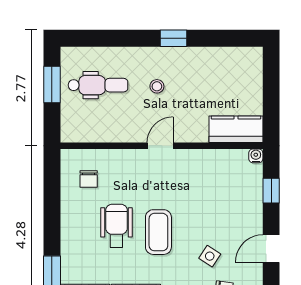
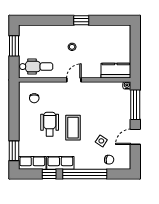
dental chair: (98, 85) -> (36, 67), moved
window: (271, 191) -> (135, 105), width x2.17

